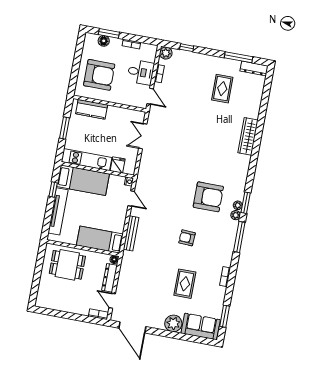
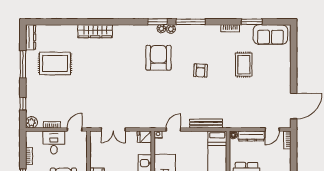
window: (238, 57) -> (23, 64), moved
rug: (222, 89) -> (55, 63), width x1.36, depth x1.43
fridge: (118, 165) -> (144, 137), moved
rug: (185, 284) -> (244, 65), turned 90
window: (225, 316) -> (252, 22), moved
plant: (173, 323) -> (283, 68), removed
sofa: (201, 326) -> (270, 34), moved, turned -90

